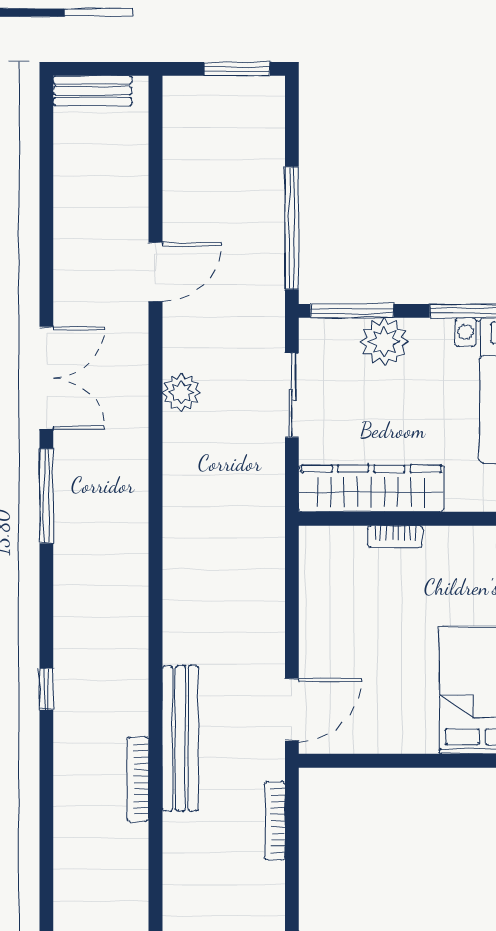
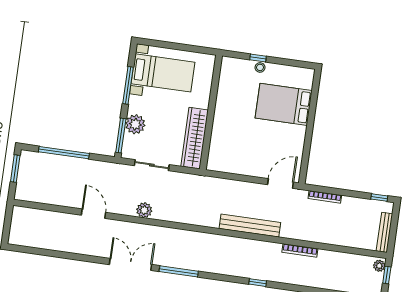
bench: (93, 91) -> (16, 229), removed
window: (292, 228) -> (64, 153), moved
bookcase: (395, 537) -> (216, 131), removed
door: (292, 710) -> (280, 183), hinge flipped
bench: (180, 738) -> (250, 226), moved

